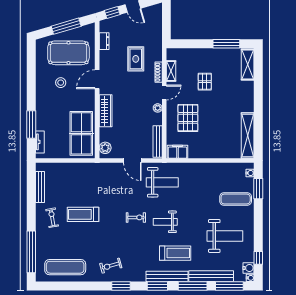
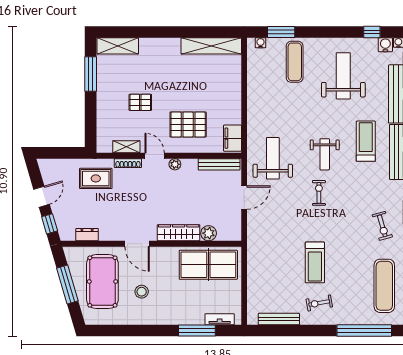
rug: (136, 59) -> (96, 178), moved
plant: (105, 148) -> (209, 233), moved

